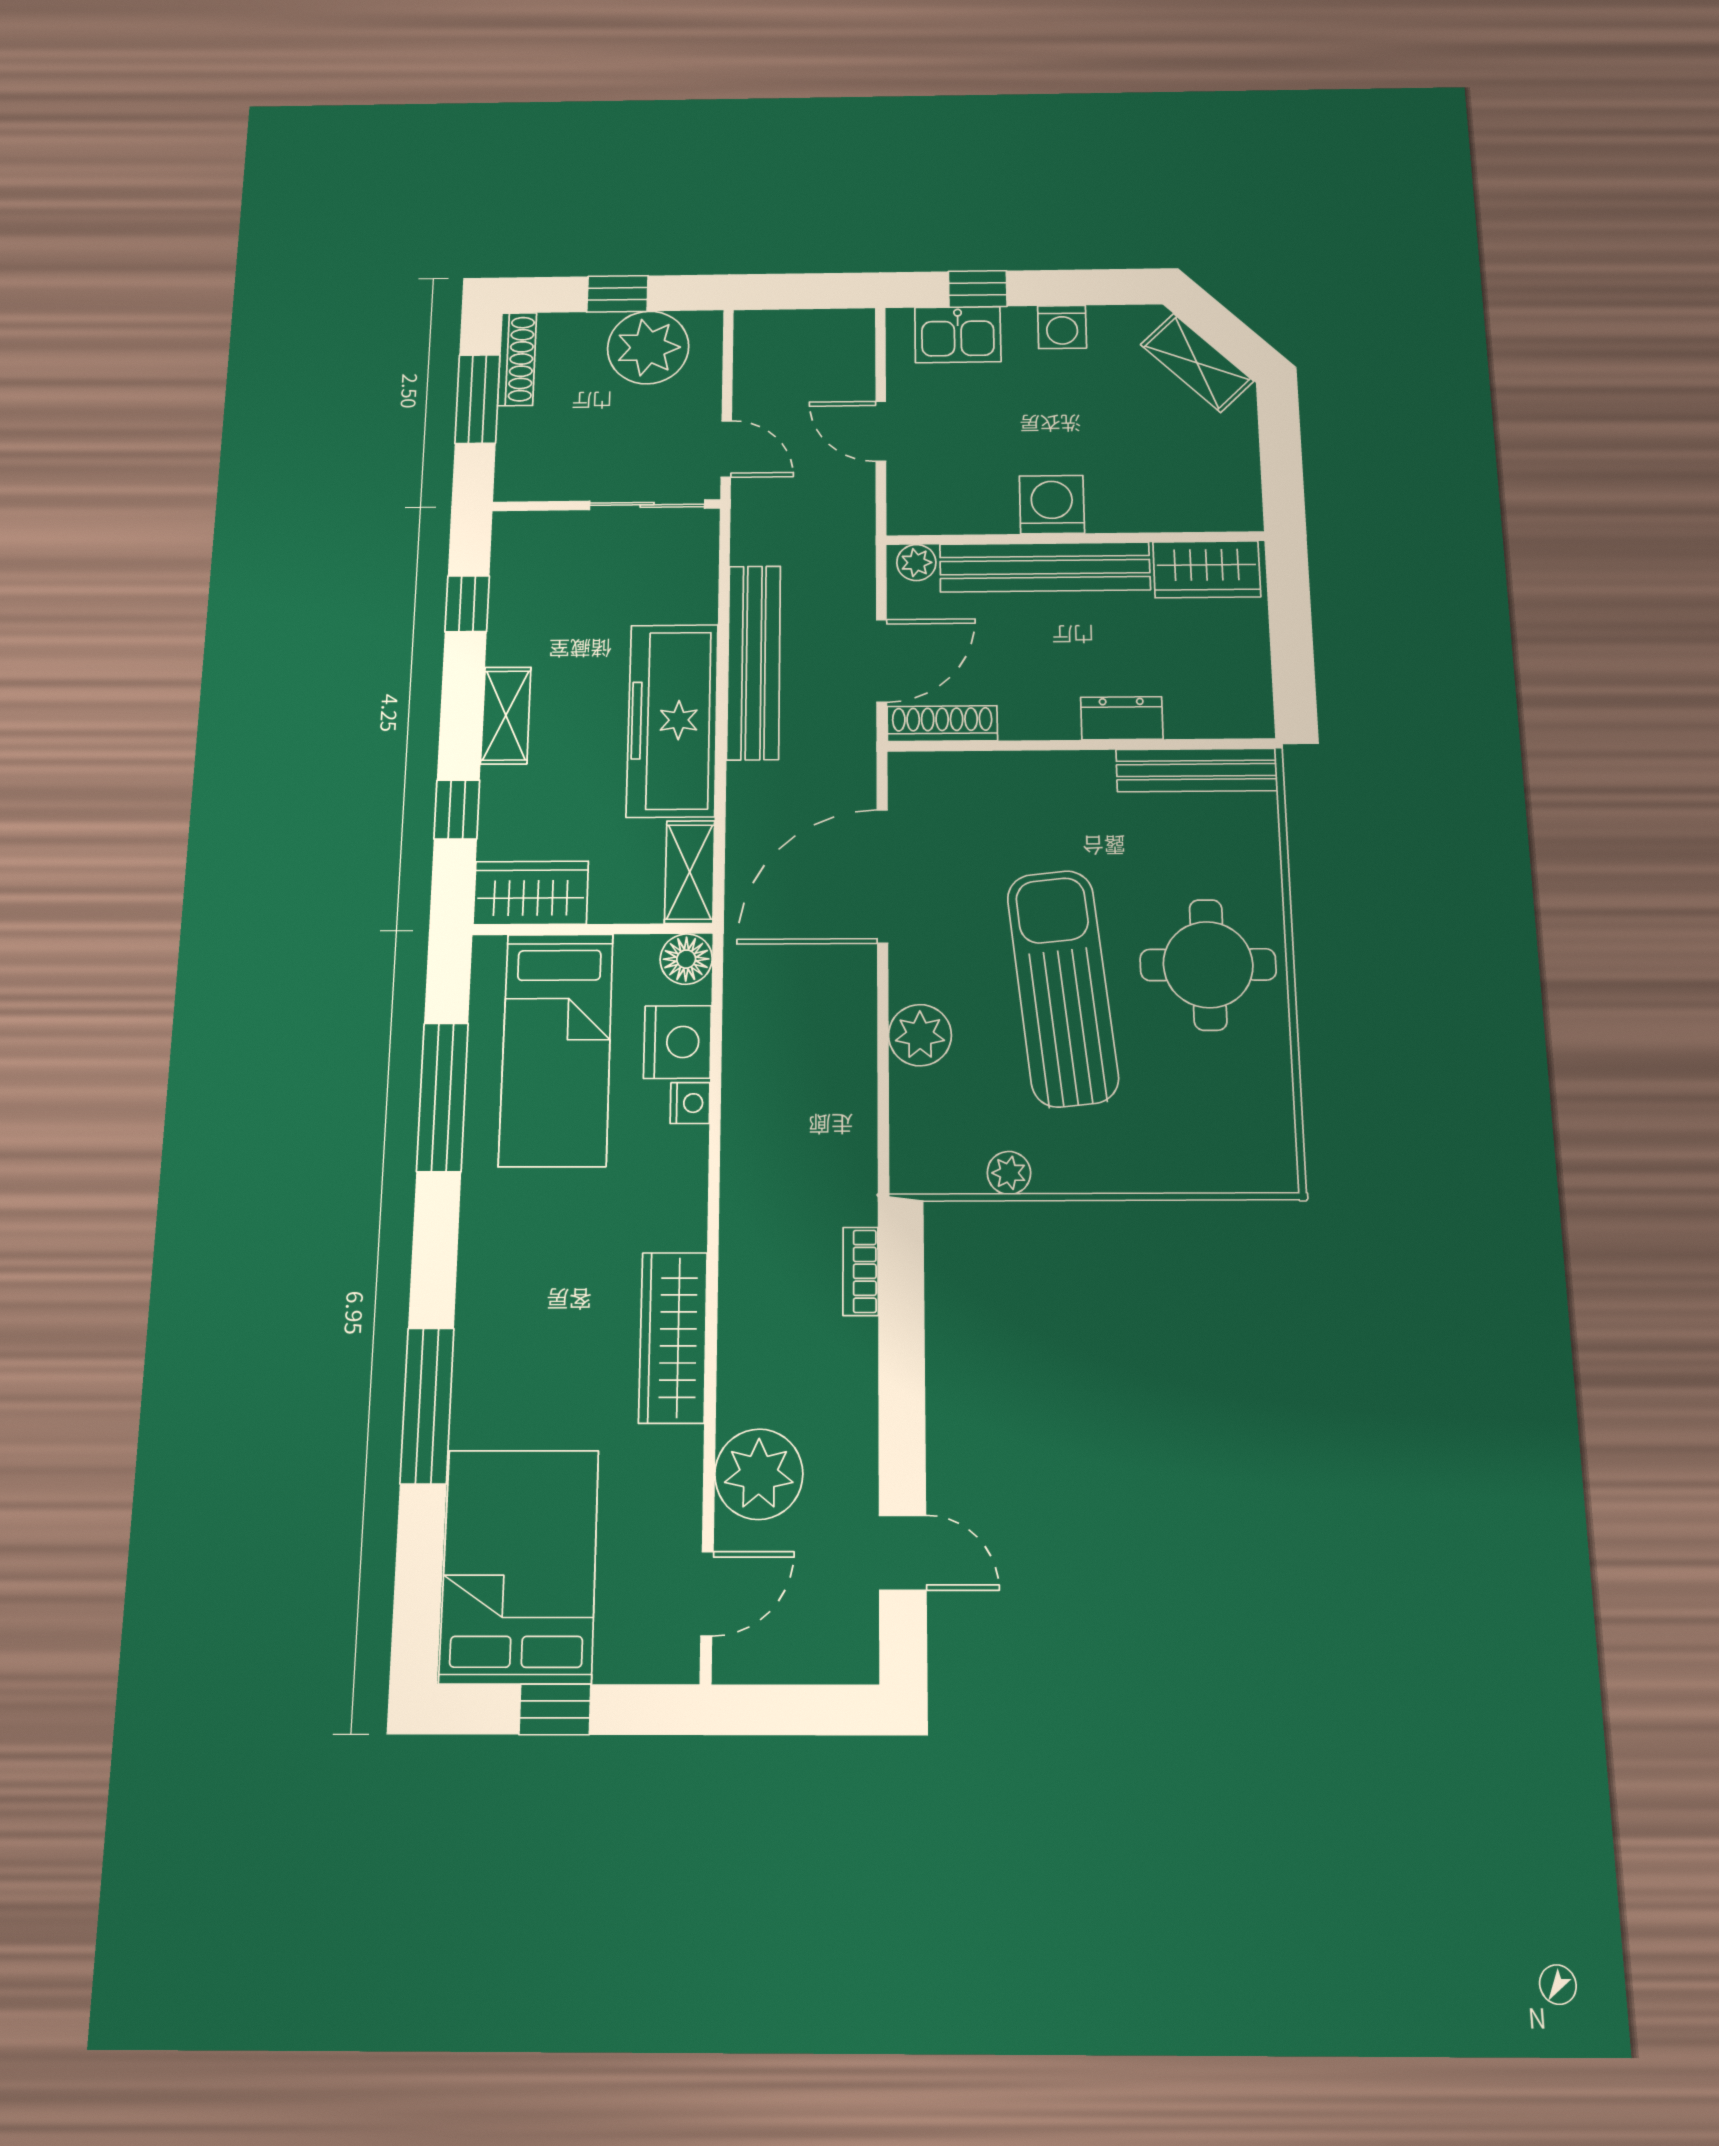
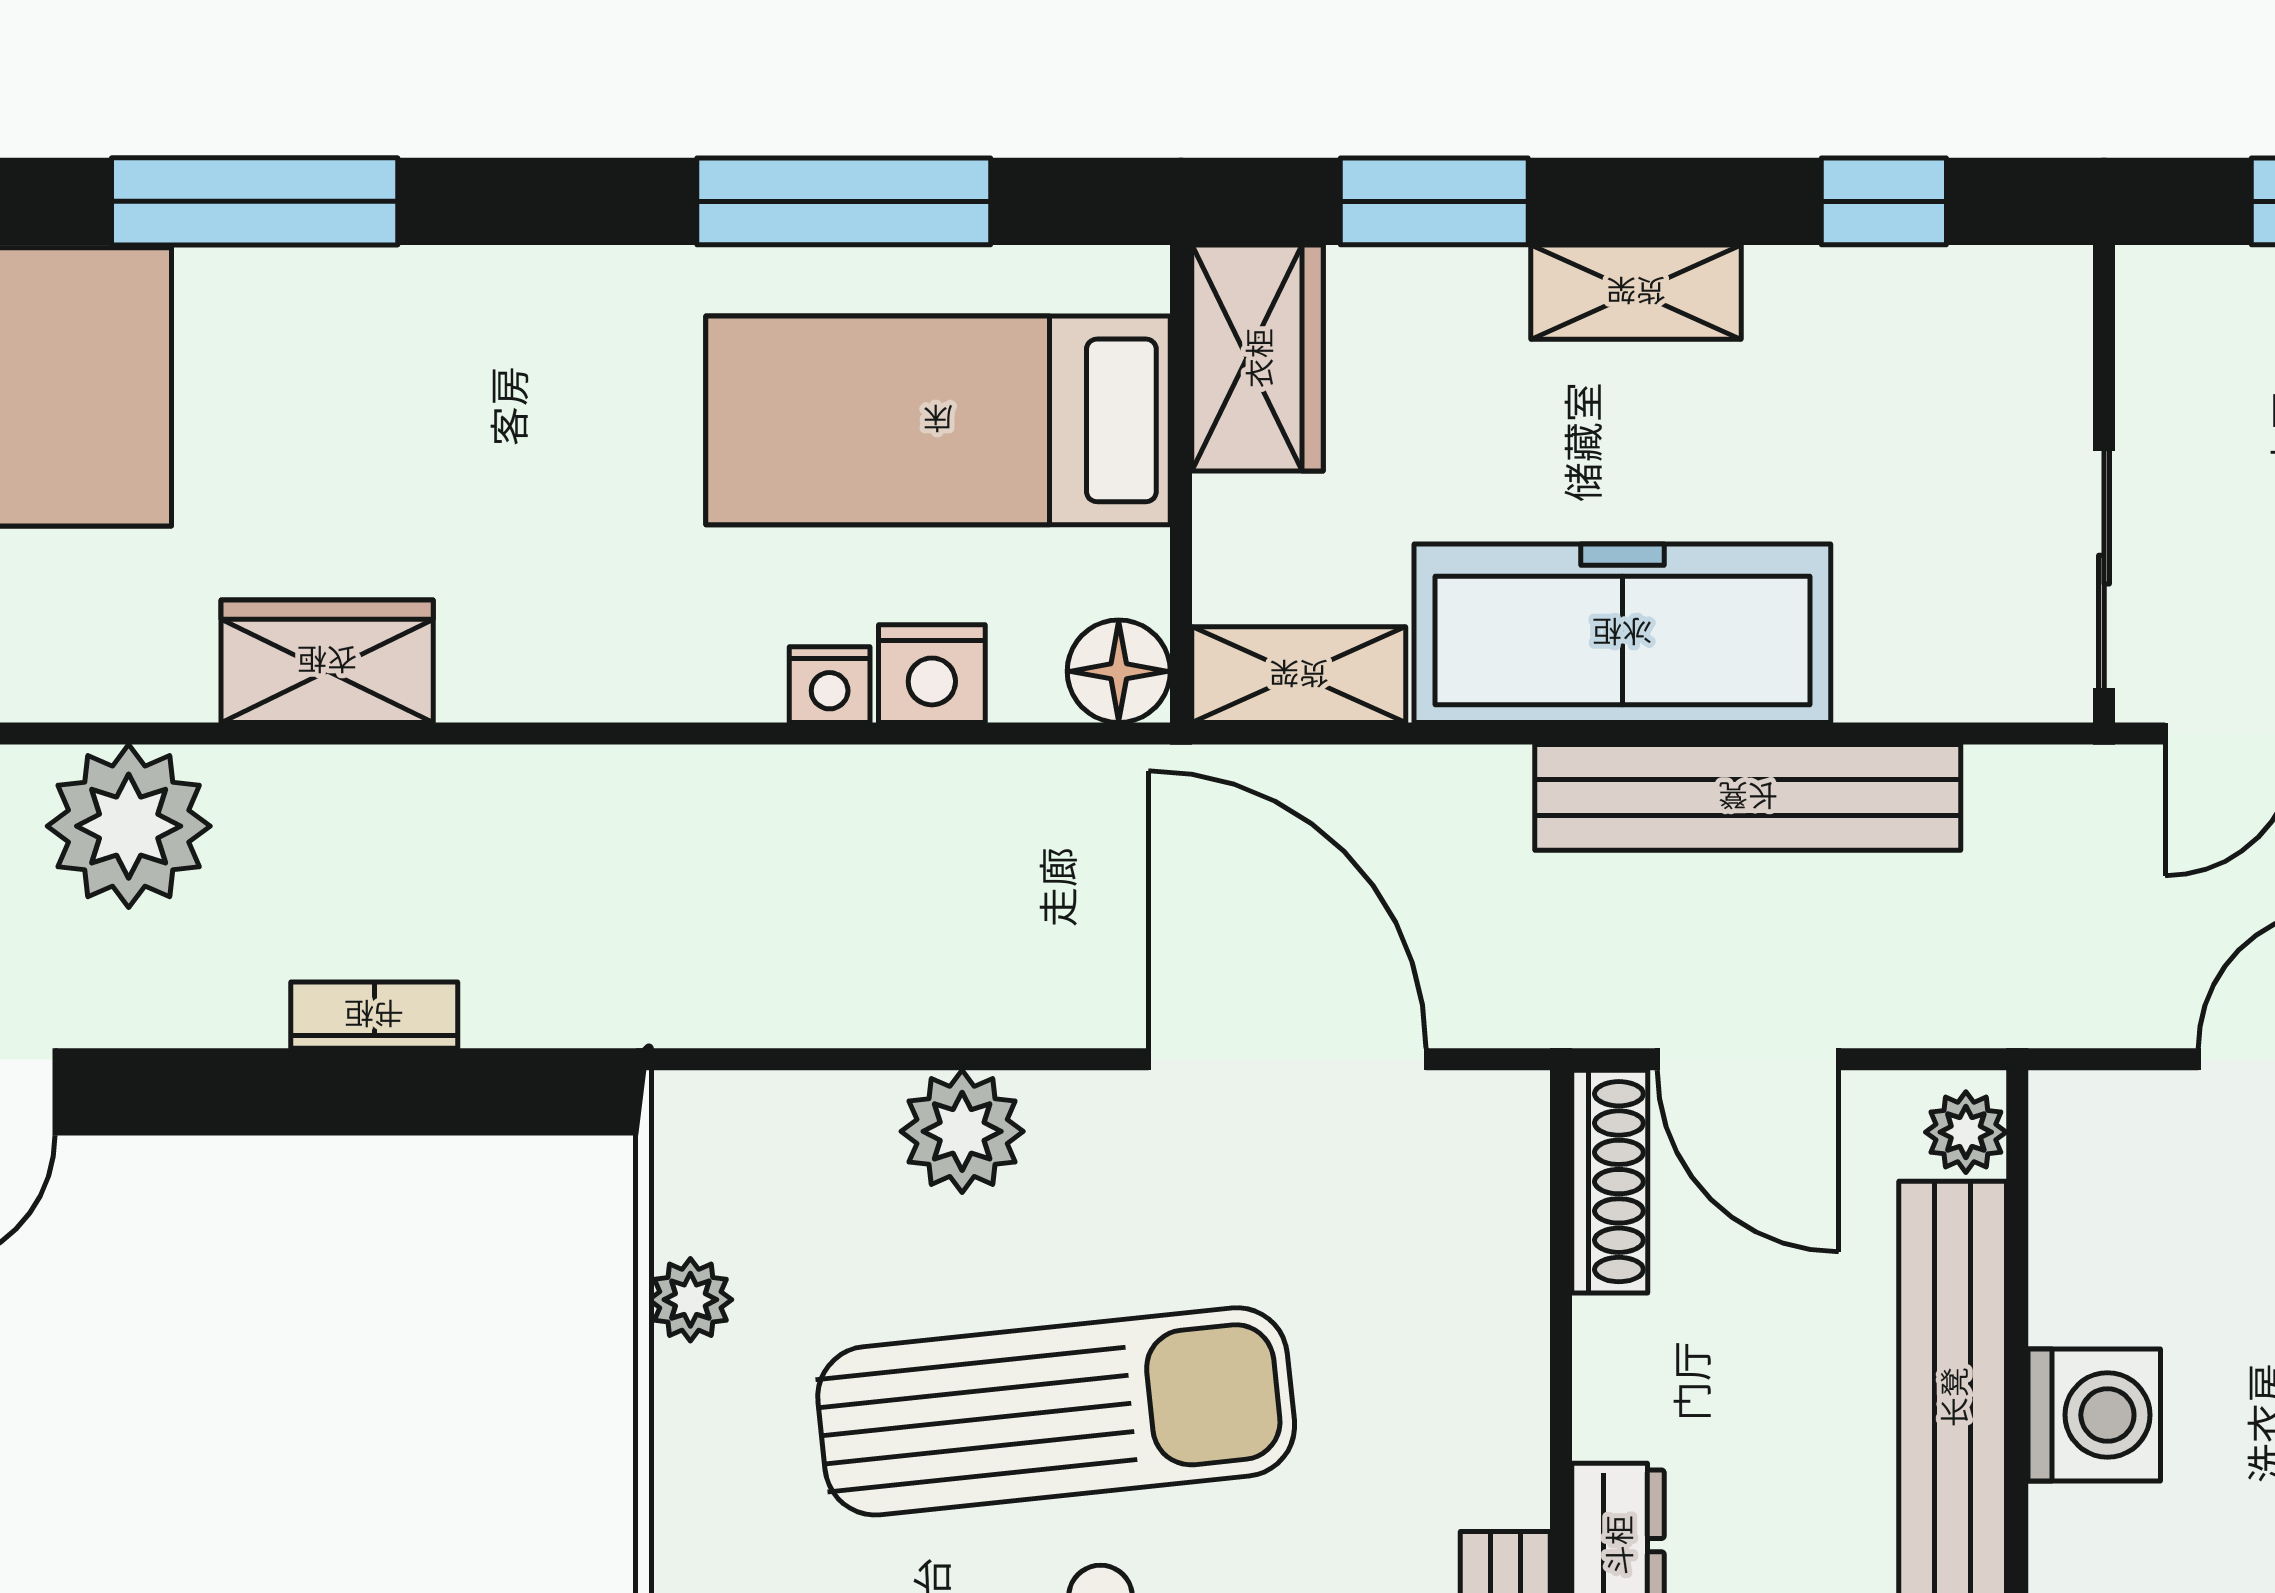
window: (457, 810) -> (1434, 201), width x1.50
nightstand: (677, 1042) -> (932, 674), width x0.74, depth x0.75
bookcase: (861, 1271) -> (374, 1015), moved
wardrobe: (673, 1337) -> (327, 661), width x0.67

